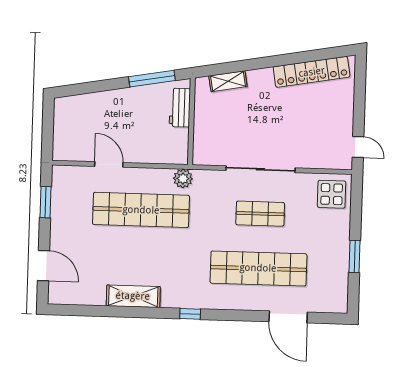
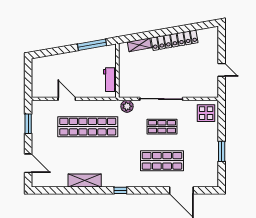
locker: (312, 72) -> (174, 40), moved
workbench: (180, 108) -> (110, 80), moved
door: (358, 147) -> (222, 70), moved
plant: (183, 179) -> (127, 106), moved
shop shelf: (258, 268) -> (162, 161), width x0.71

